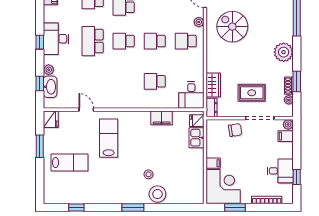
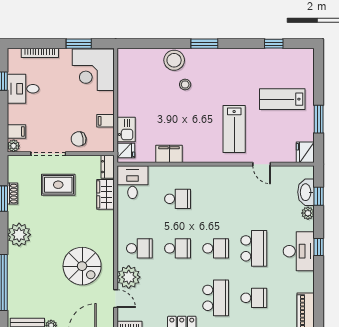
plant: (199, 22) -> (129, 277), width x1.87, depth x1.87
plant: (289, 100) -> (13, 176), removed
filing cabinet: (213, 163) -> (106, 121), moved

